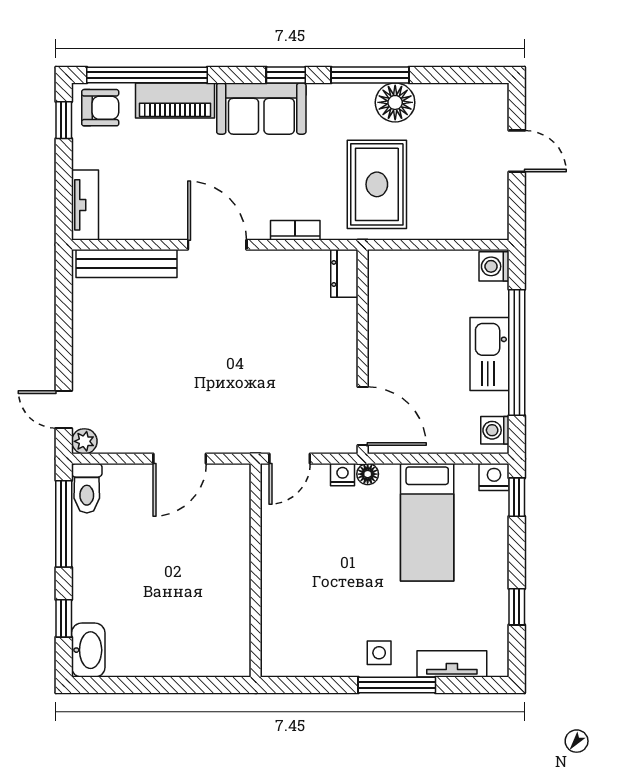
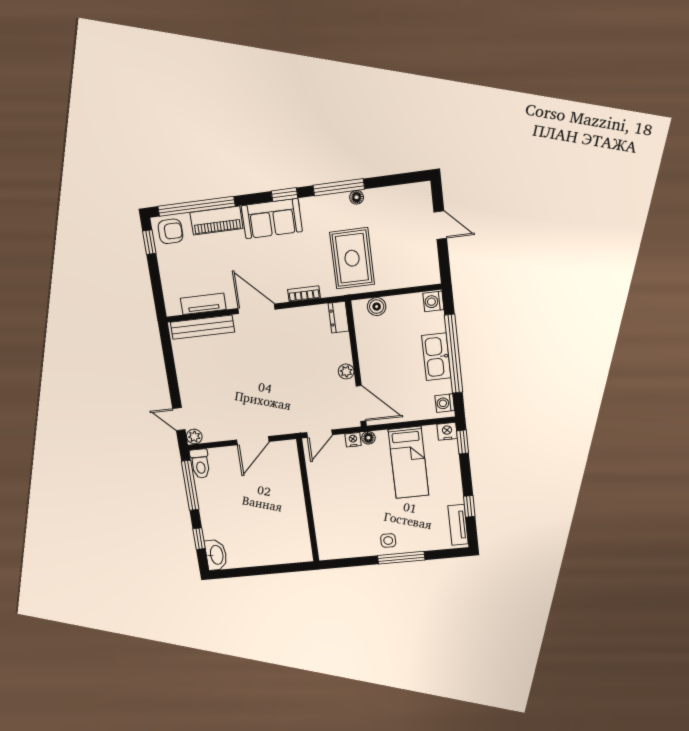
floor lamp: (395, 102) -> (357, 197), width x0.53, depth x0.53
tv unit: (85, 205) -> (203, 304), moved, turned -90
boiler: (406, 264) -> (377, 307), added
plant: (346, 361) -> (346, 371), added
tv unit: (452, 664) -> (458, 525), moved, turned -90

